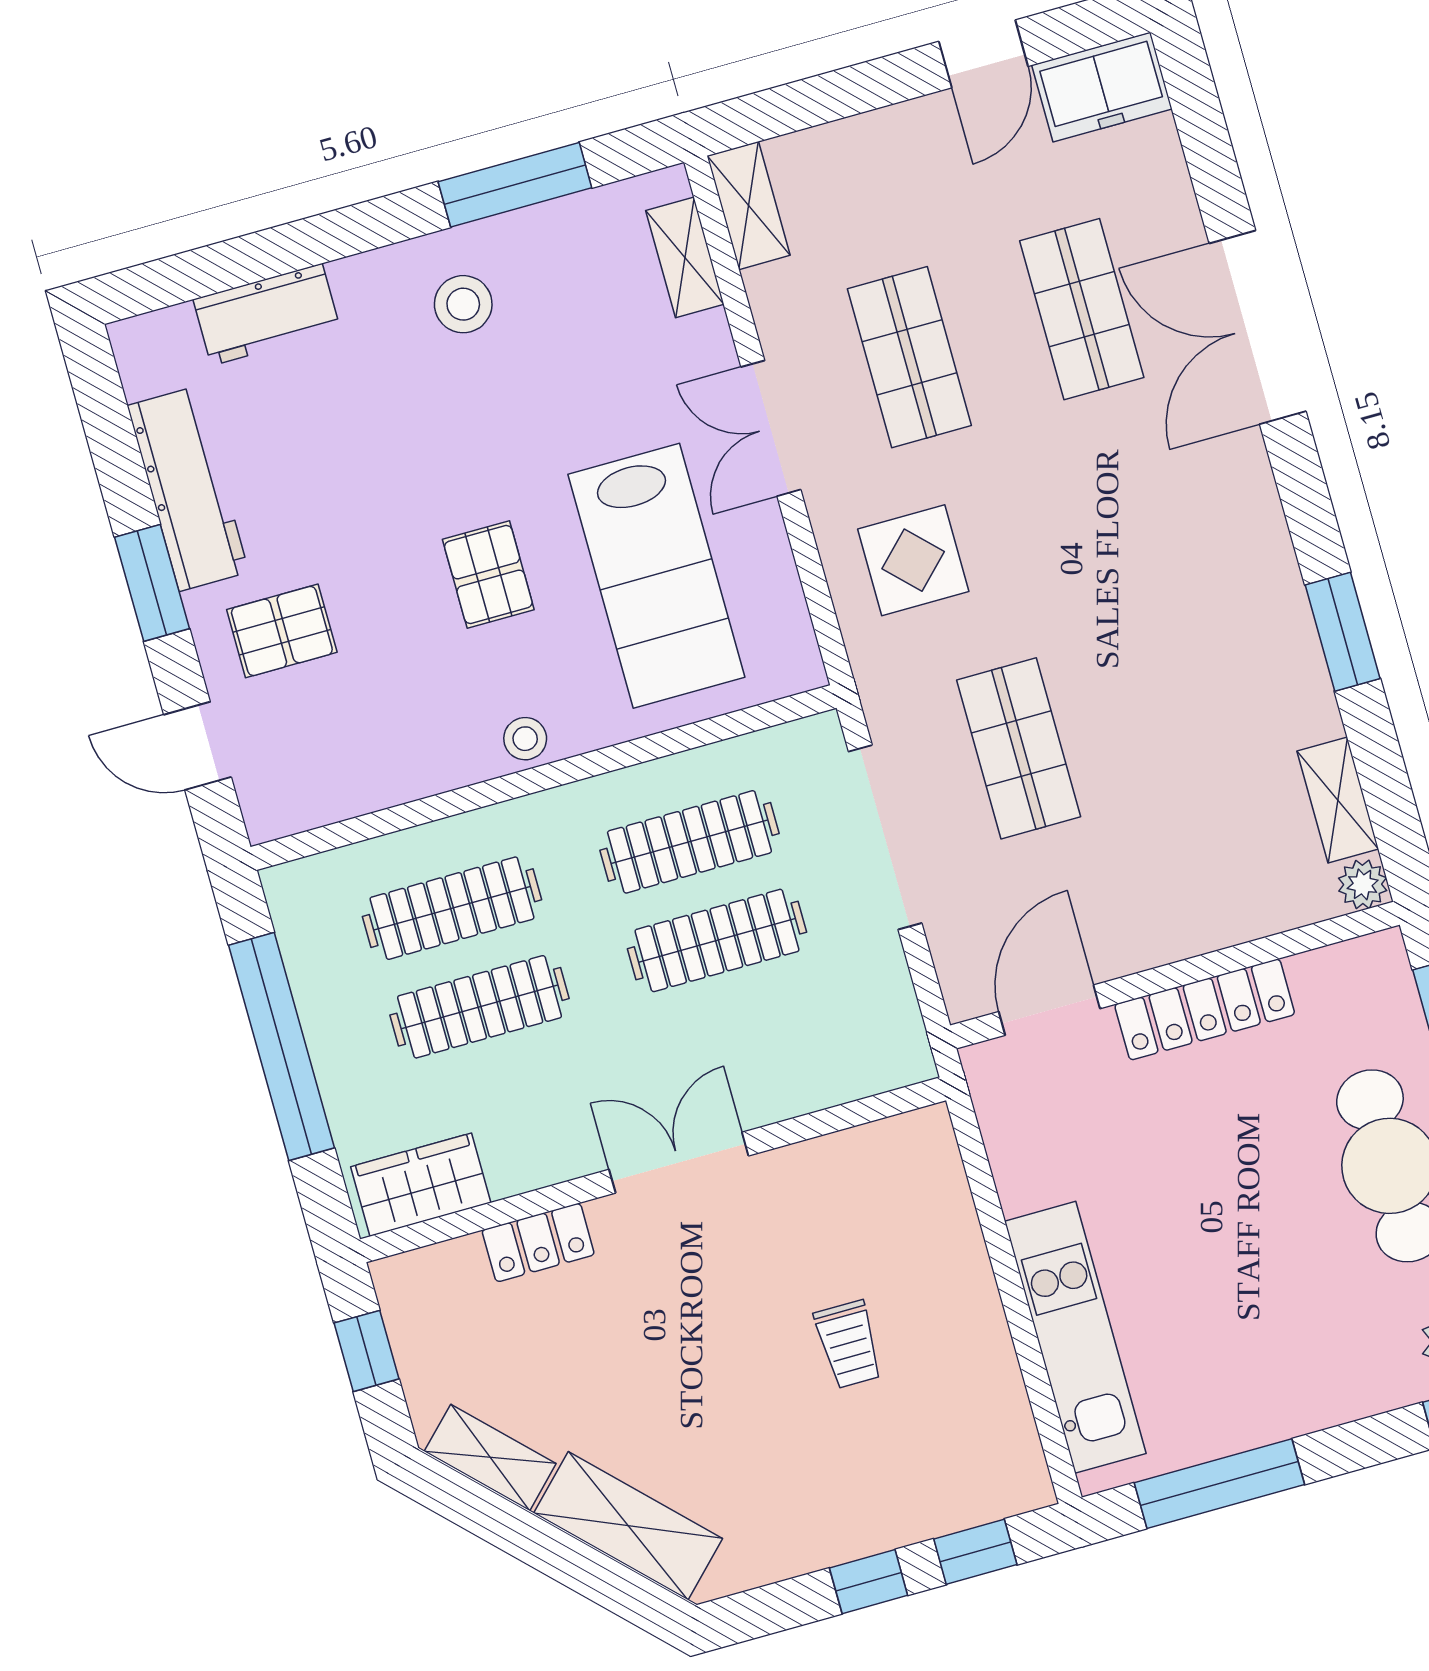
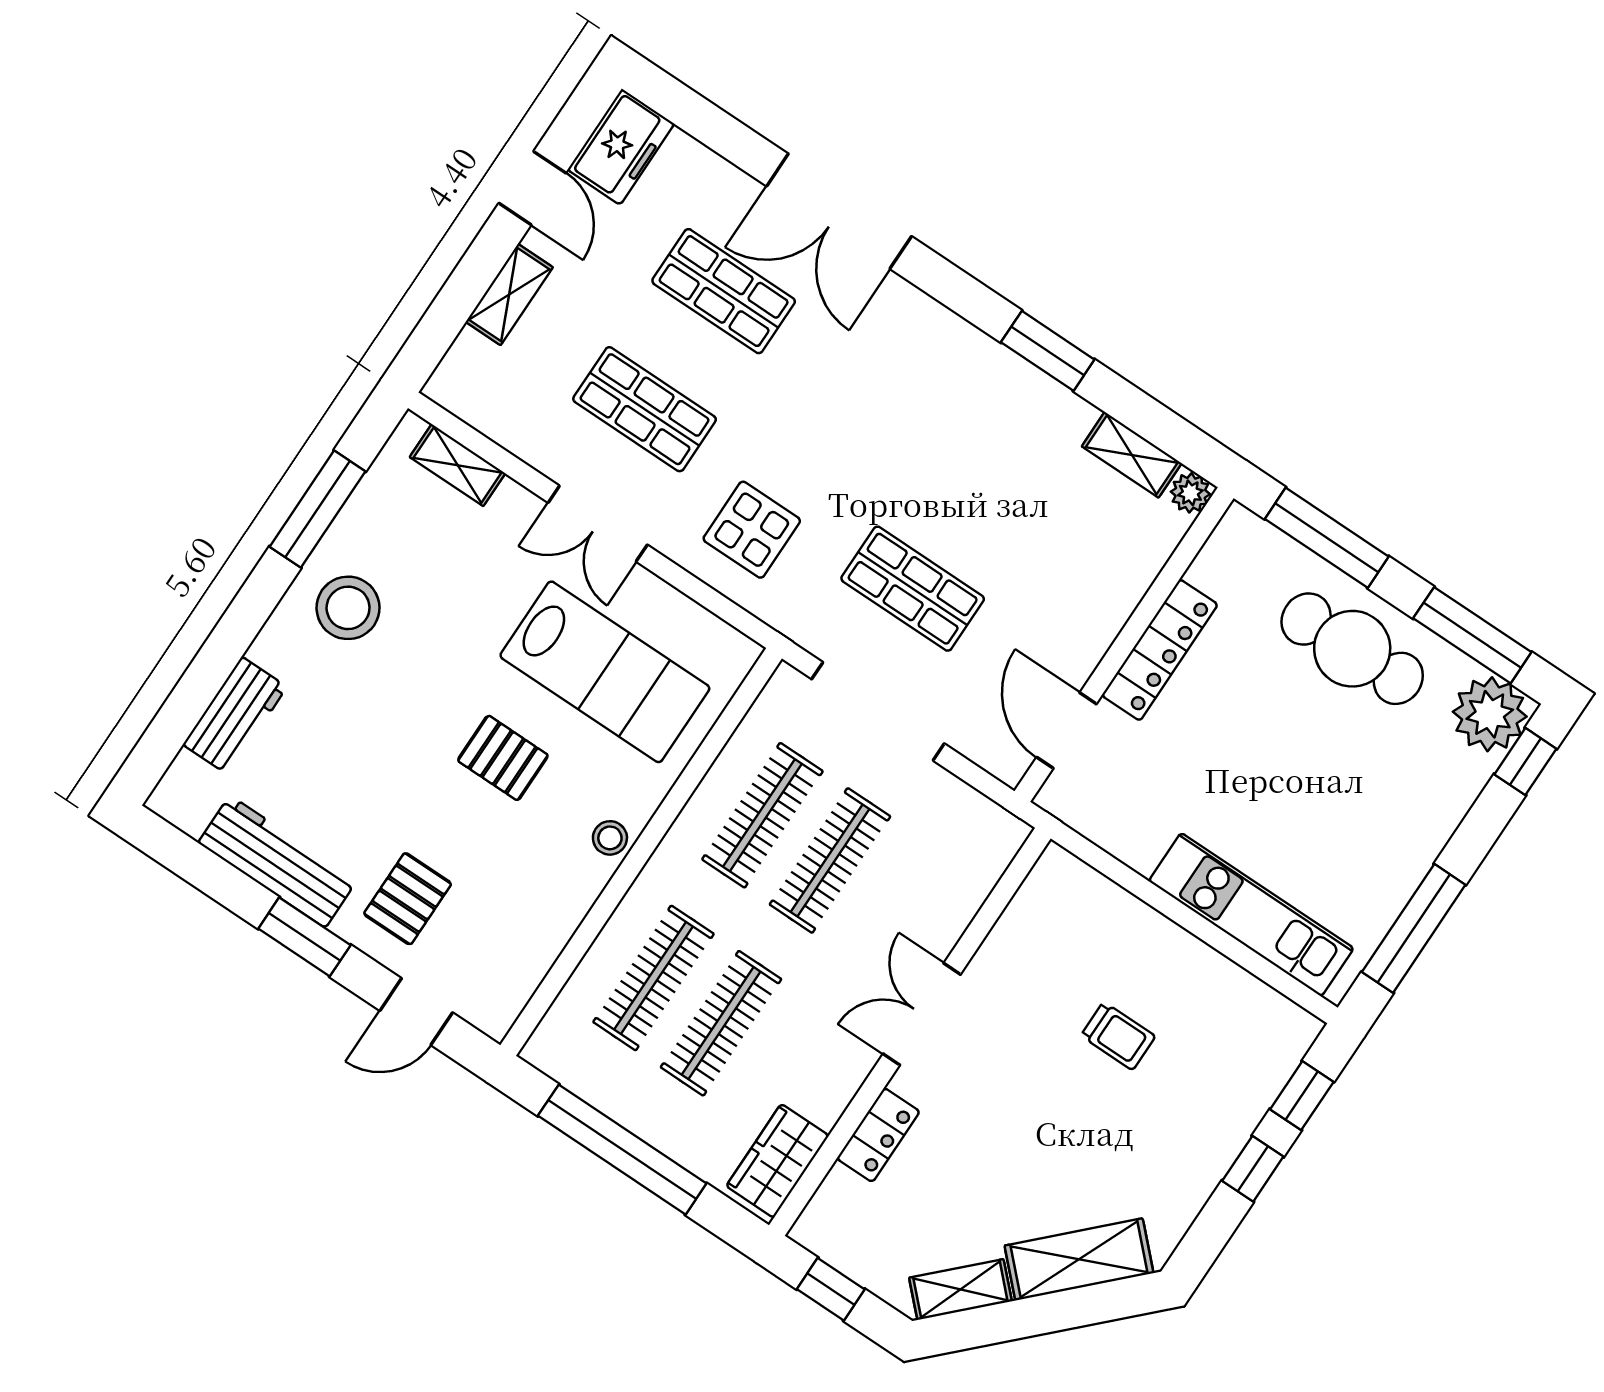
shelving: (749, 206) -> (509, 294), moved, turned 90
stool: (463, 304) -> (348, 608), width x1.38, depth x1.38

